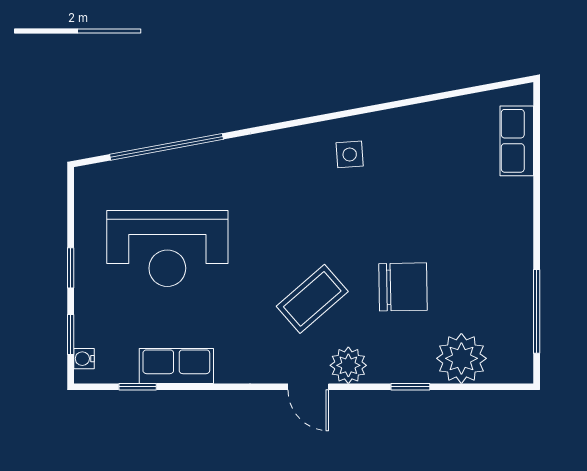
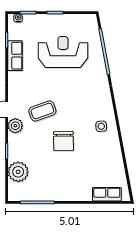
reception desk: (167, 248) -> (63, 52), turned 90
chair: (403, 287) -> (63, 141), moved
coffee table: (312, 299) -> (42, 111), turned -69

